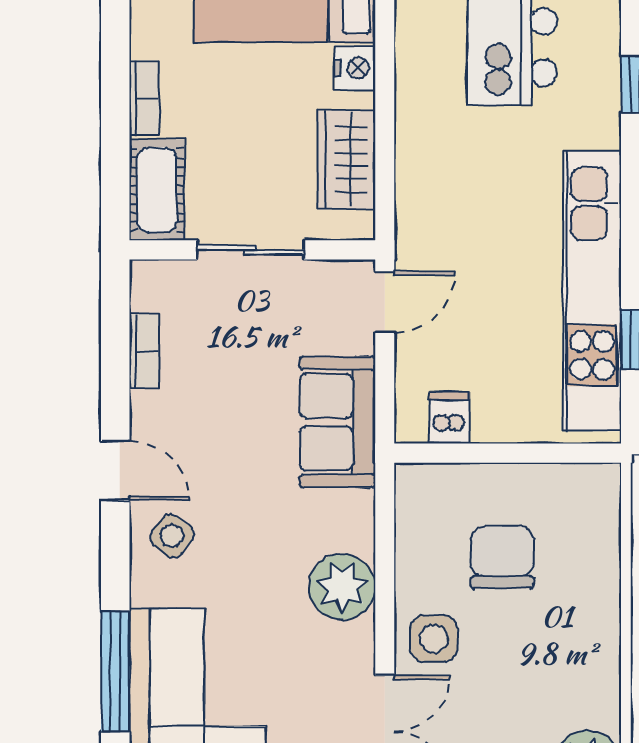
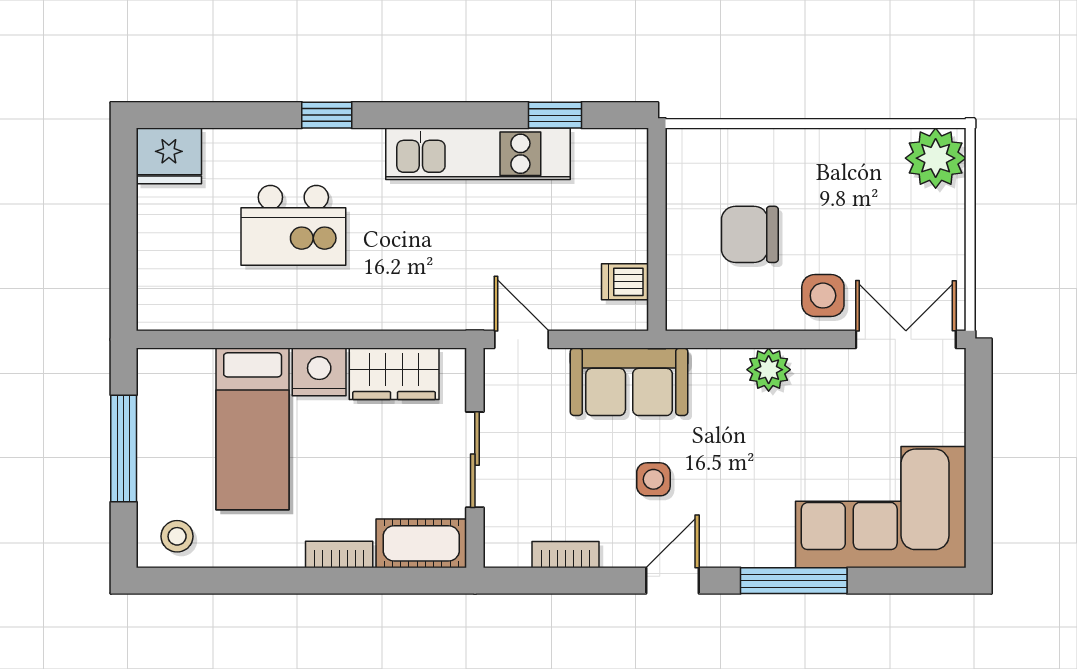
nightstand: (355, 68) -> (319, 372), width x1.36, depth x1.33
kitchen unit: (592, 291) -> (478, 154), width x0.73
side table: (172, 536) -> (653, 479), moved, turned -36
plant: (342, 587) -> (769, 370), width x0.73, depth x0.73
window: (115, 672) -> (794, 581), moved

